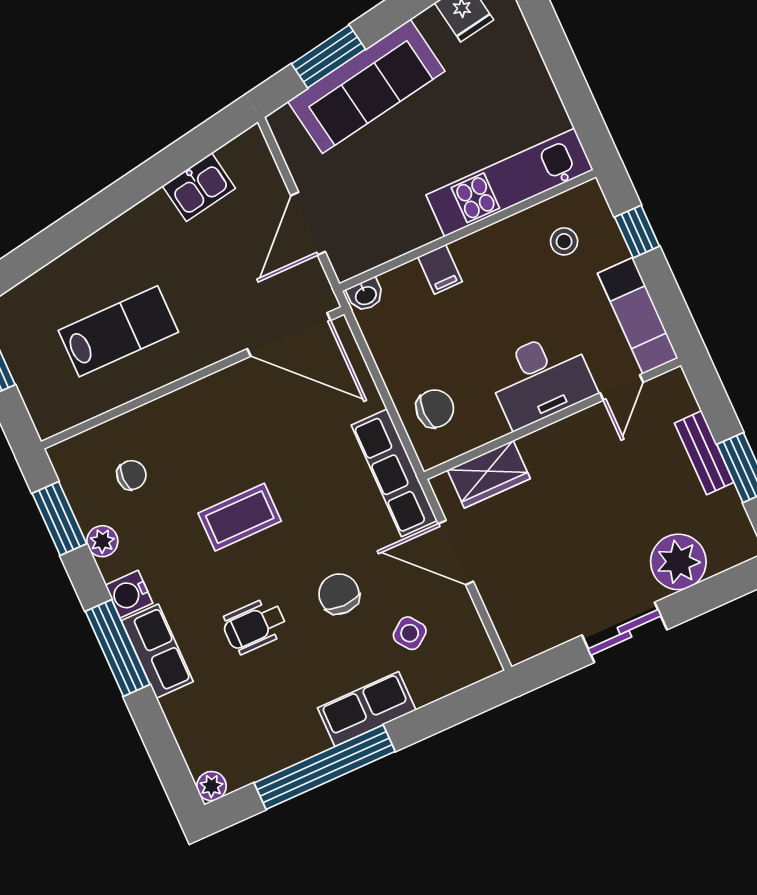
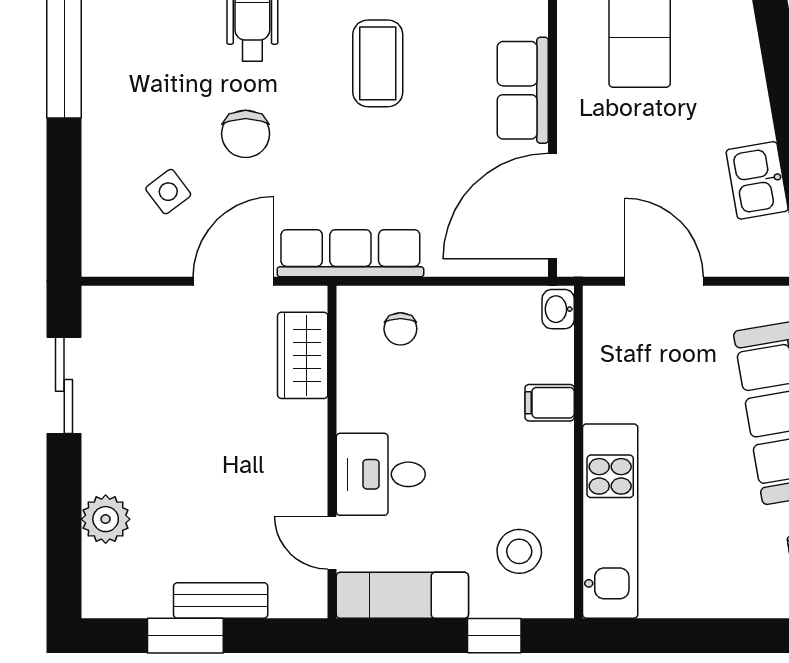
stool: (564, 241) -> (519, 551), width x1.37, depth x1.37
desk: (541, 379) -> (381, 474), width x0.73
chair: (435, 409) -> (400, 329), width x0.73, depth x0.73
plant: (678, 562) -> (106, 519), width x0.73, depth x0.73
chair: (339, 594) -> (246, 134), turned 90
sliding door: (625, 632) -> (64, 385), moved
row of seats: (367, 709) -> (523, 90), moved, turned 180

